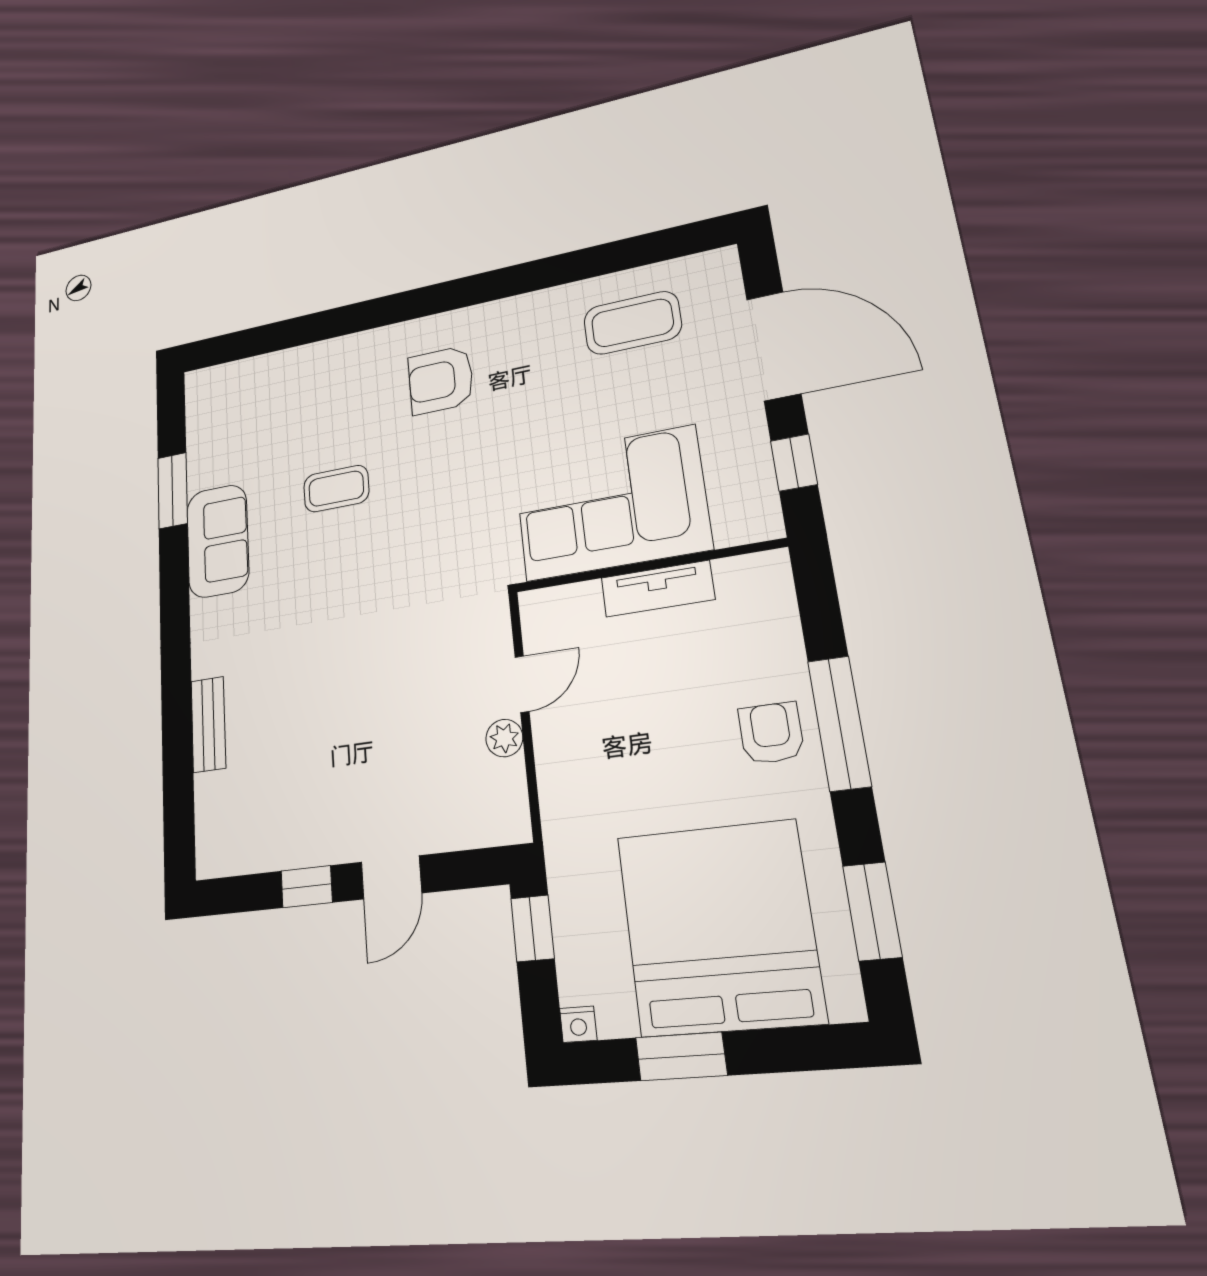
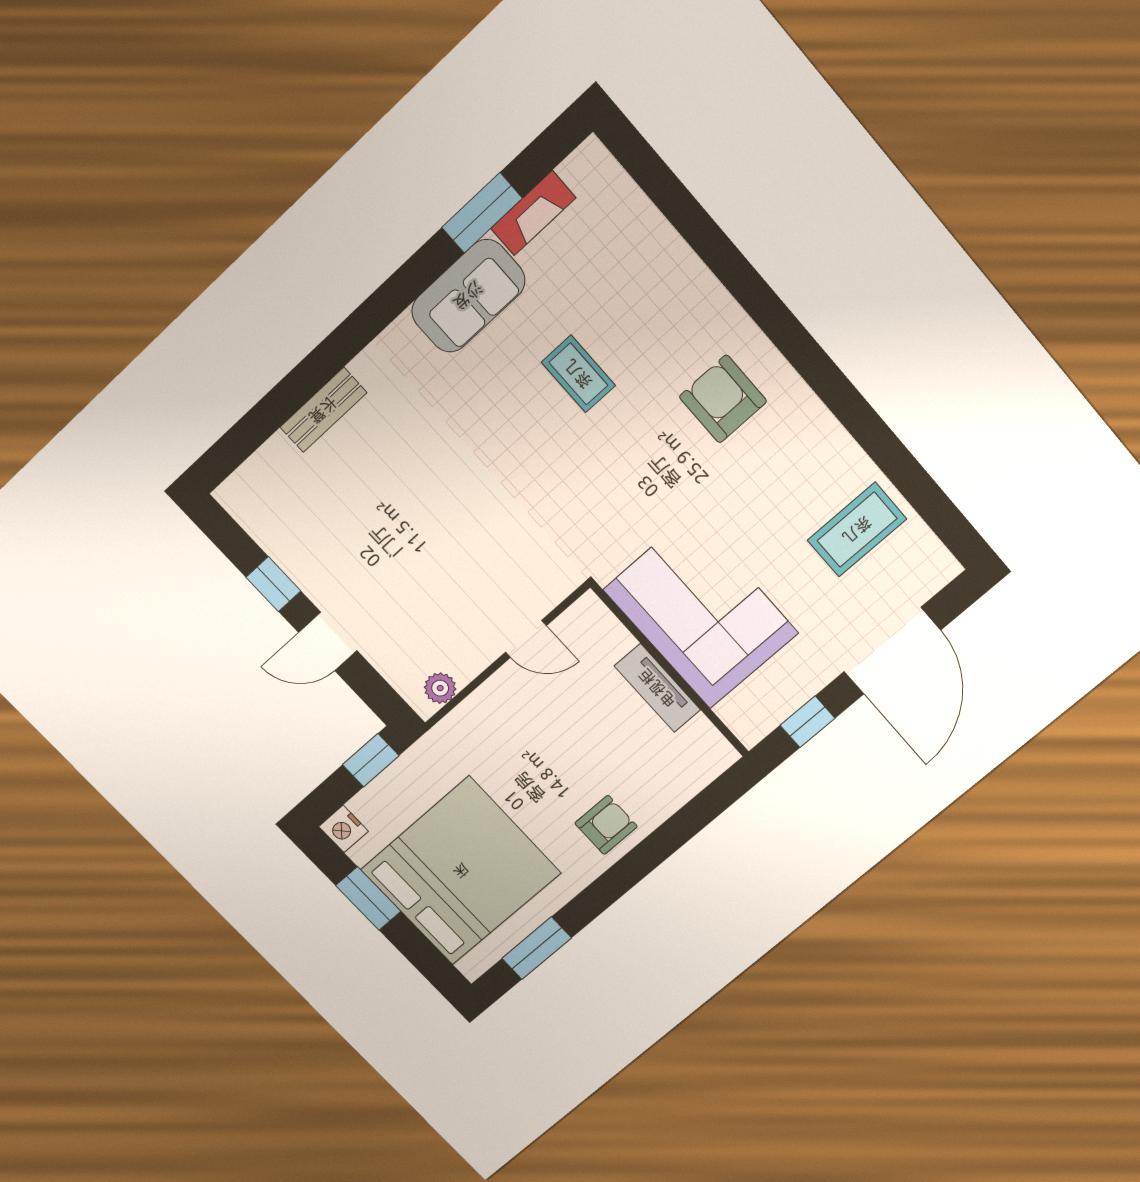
coffee table: (632, 323) -> (857, 530), turned 90
fireplace: (201, 451) -> (533, 213), added
window: (839, 723) -> (641, 861), removed
plant: (504, 738) -> (440, 688), moved
nightstand: (578, 1024) -> (344, 829), width x1.39, depth x1.35

